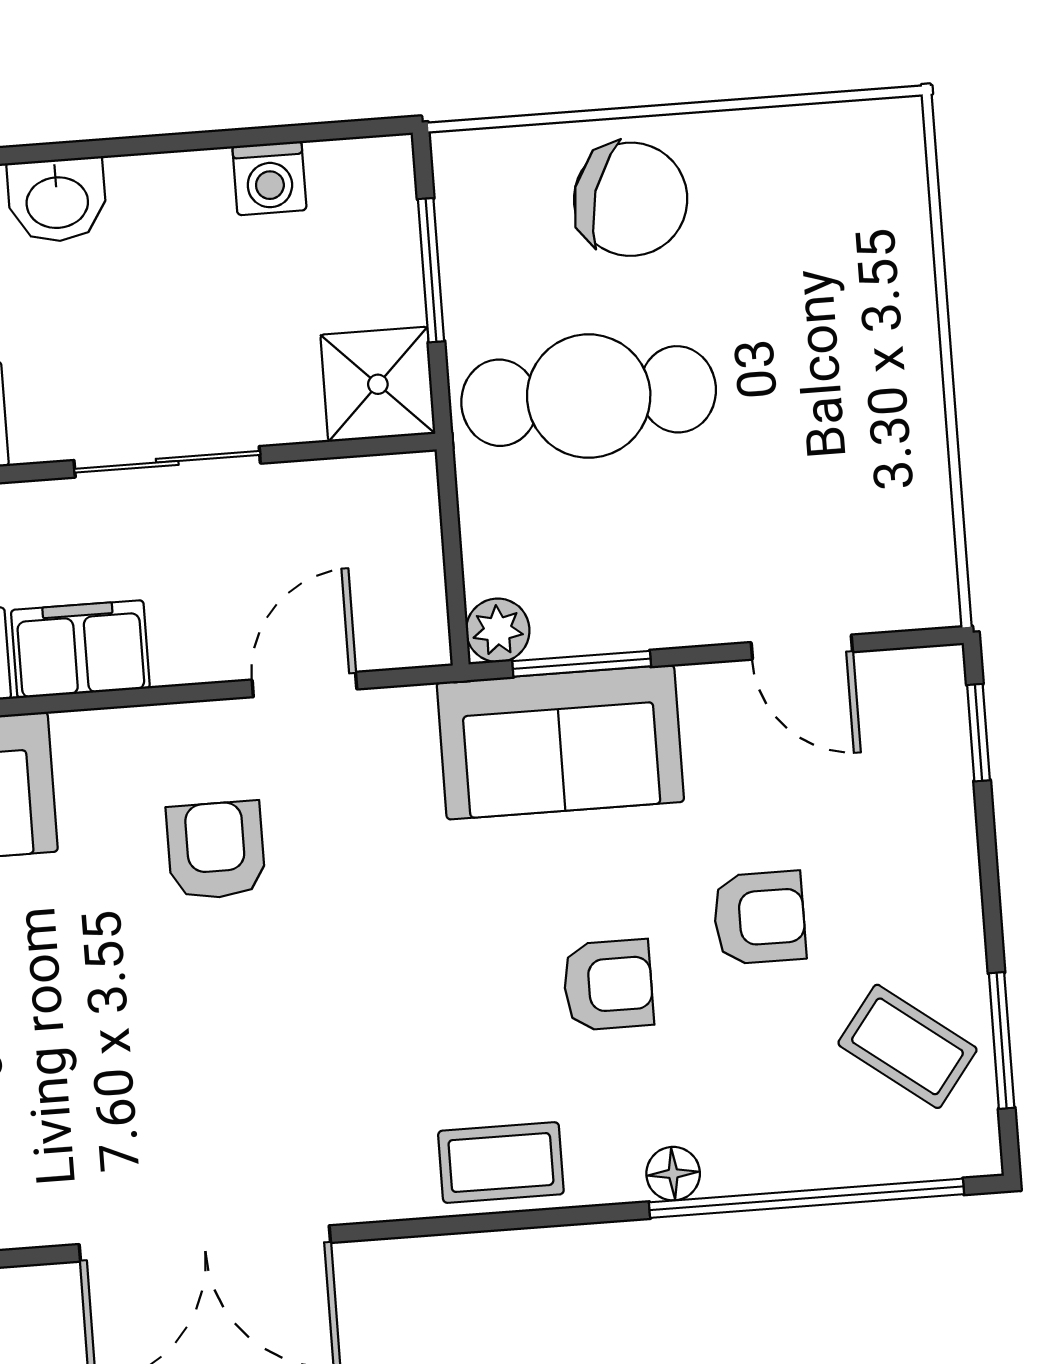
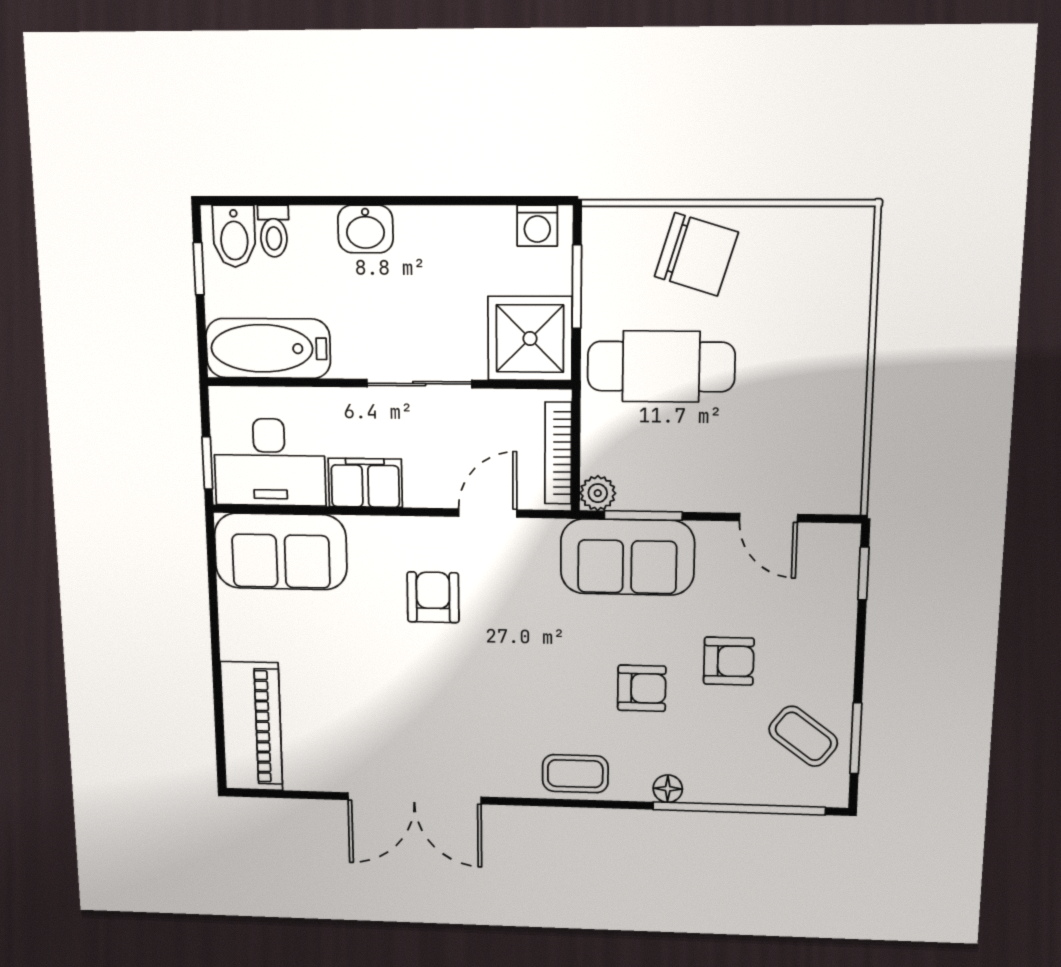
washing machine: (269, 178) -> (537, 226), moved
shower: (378, 384) -> (530, 339), width x1.36, depth x1.36
bookcase: (422, 565) -> (558, 453), added

